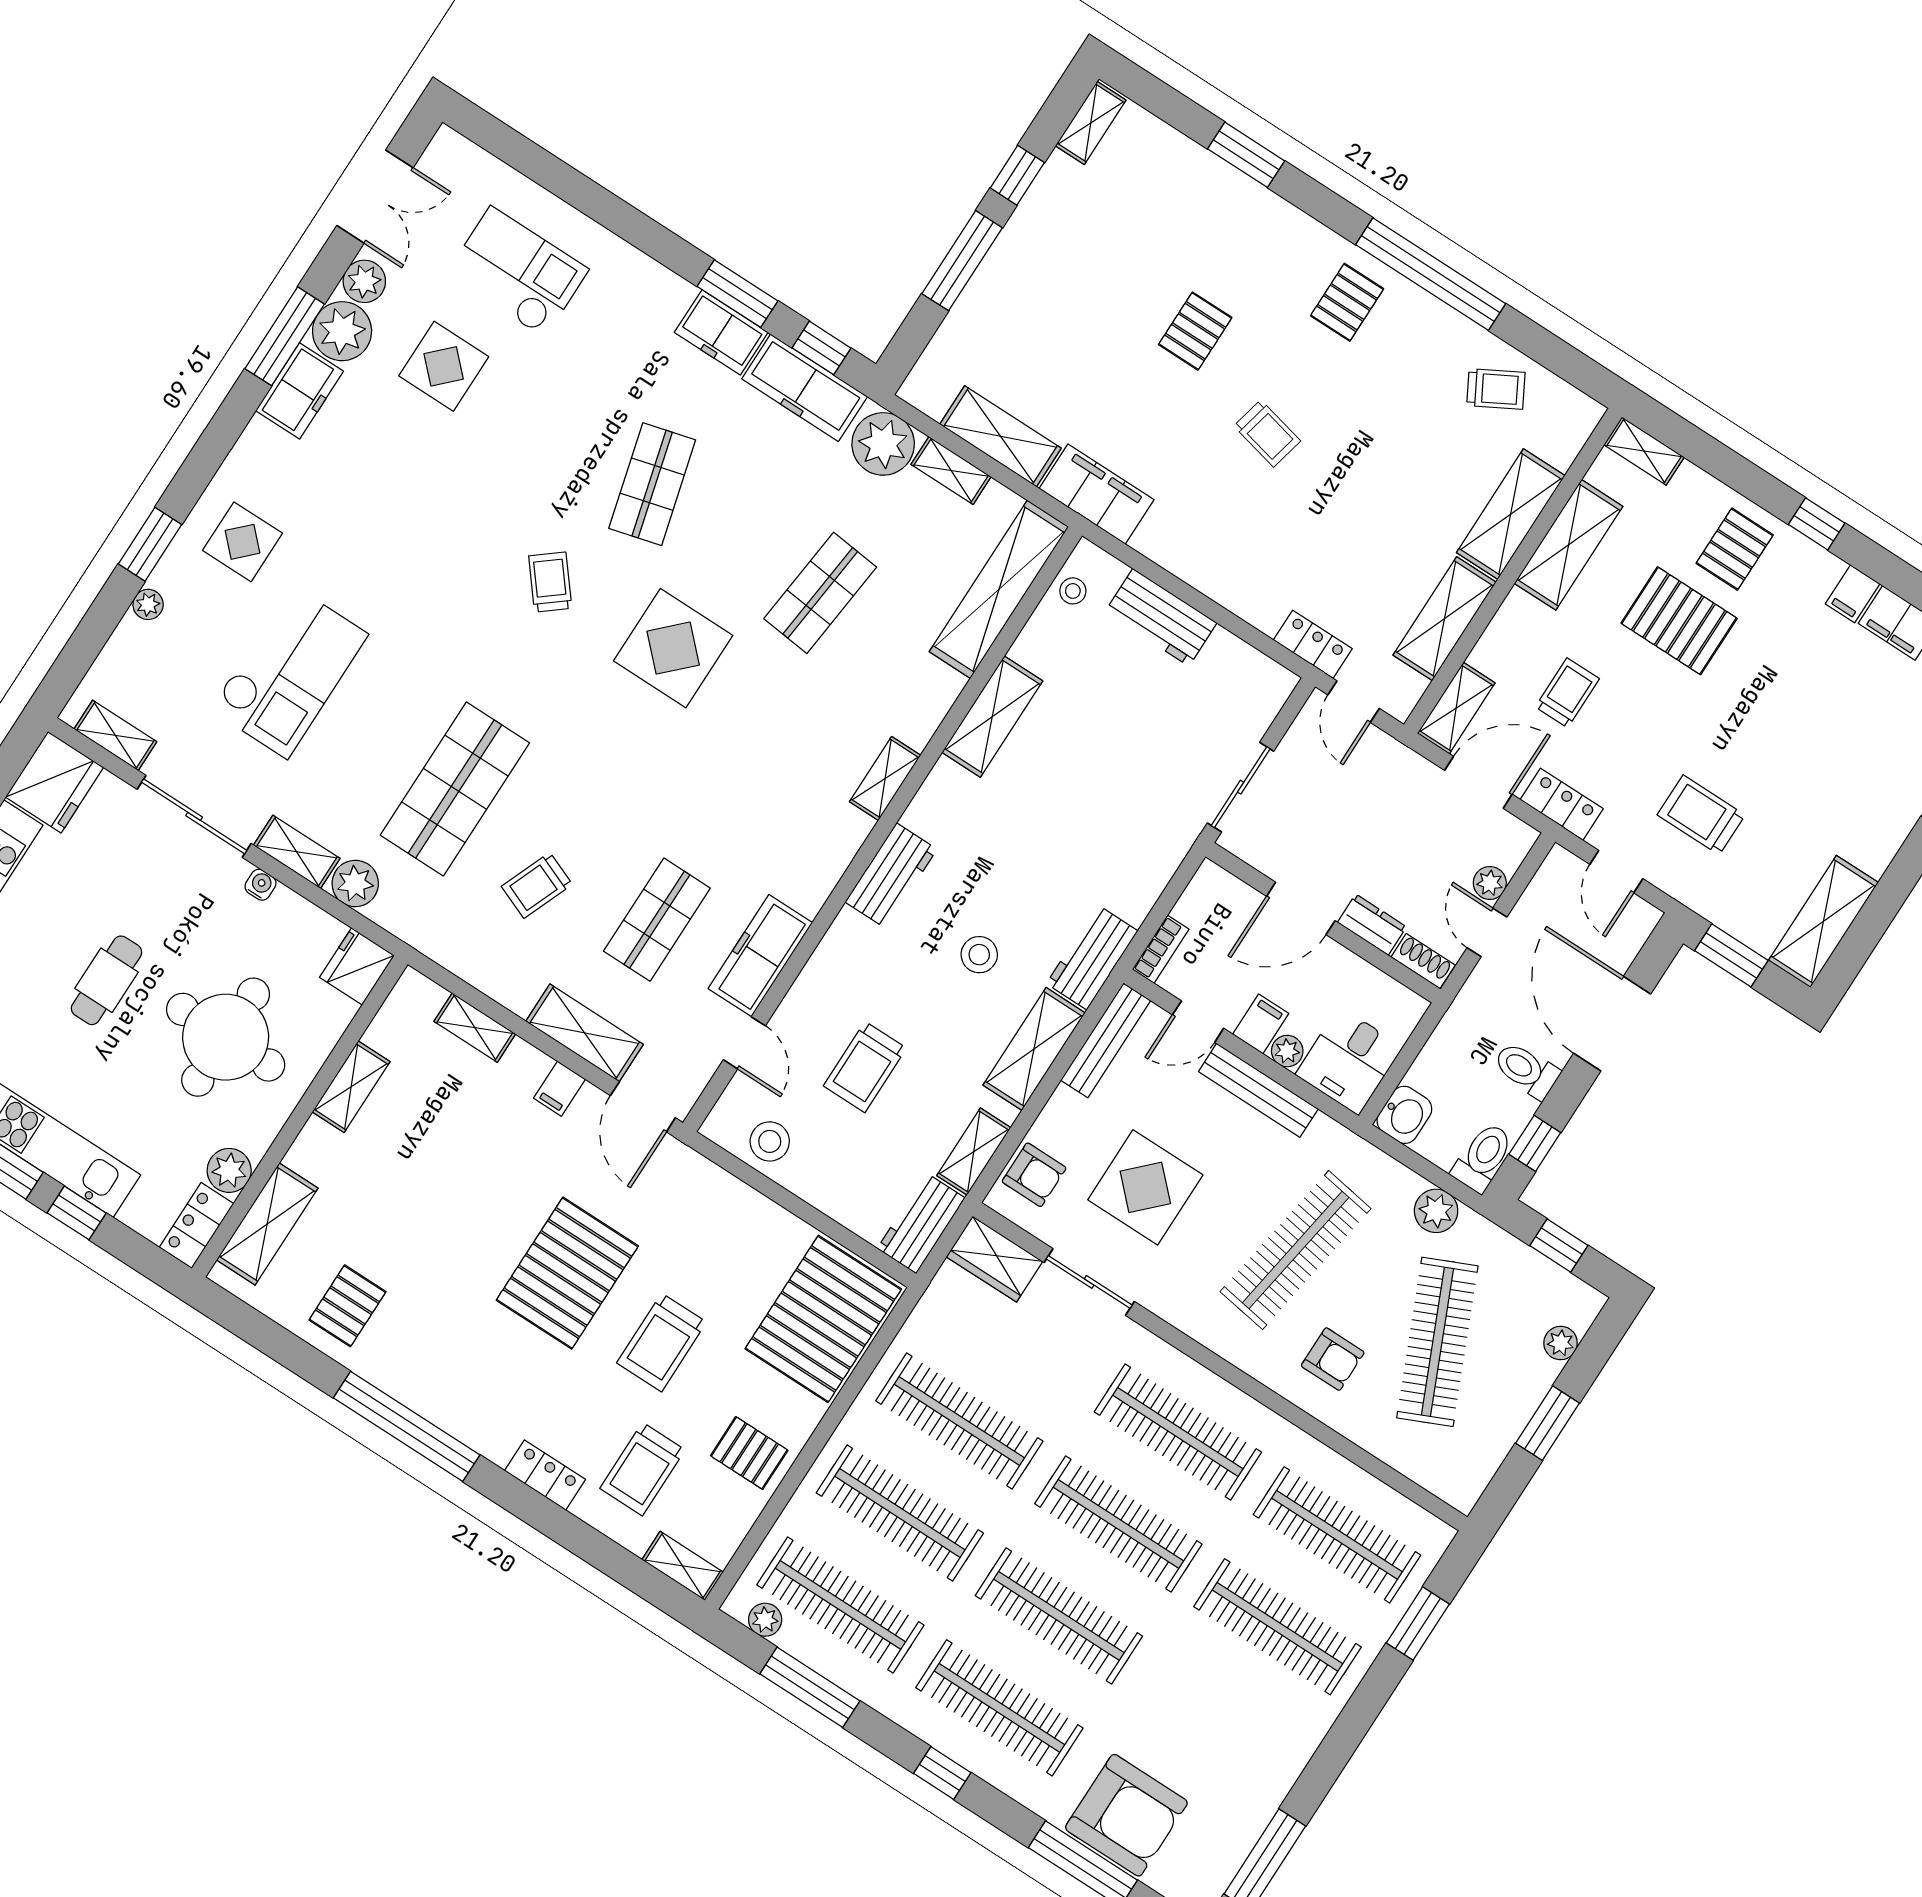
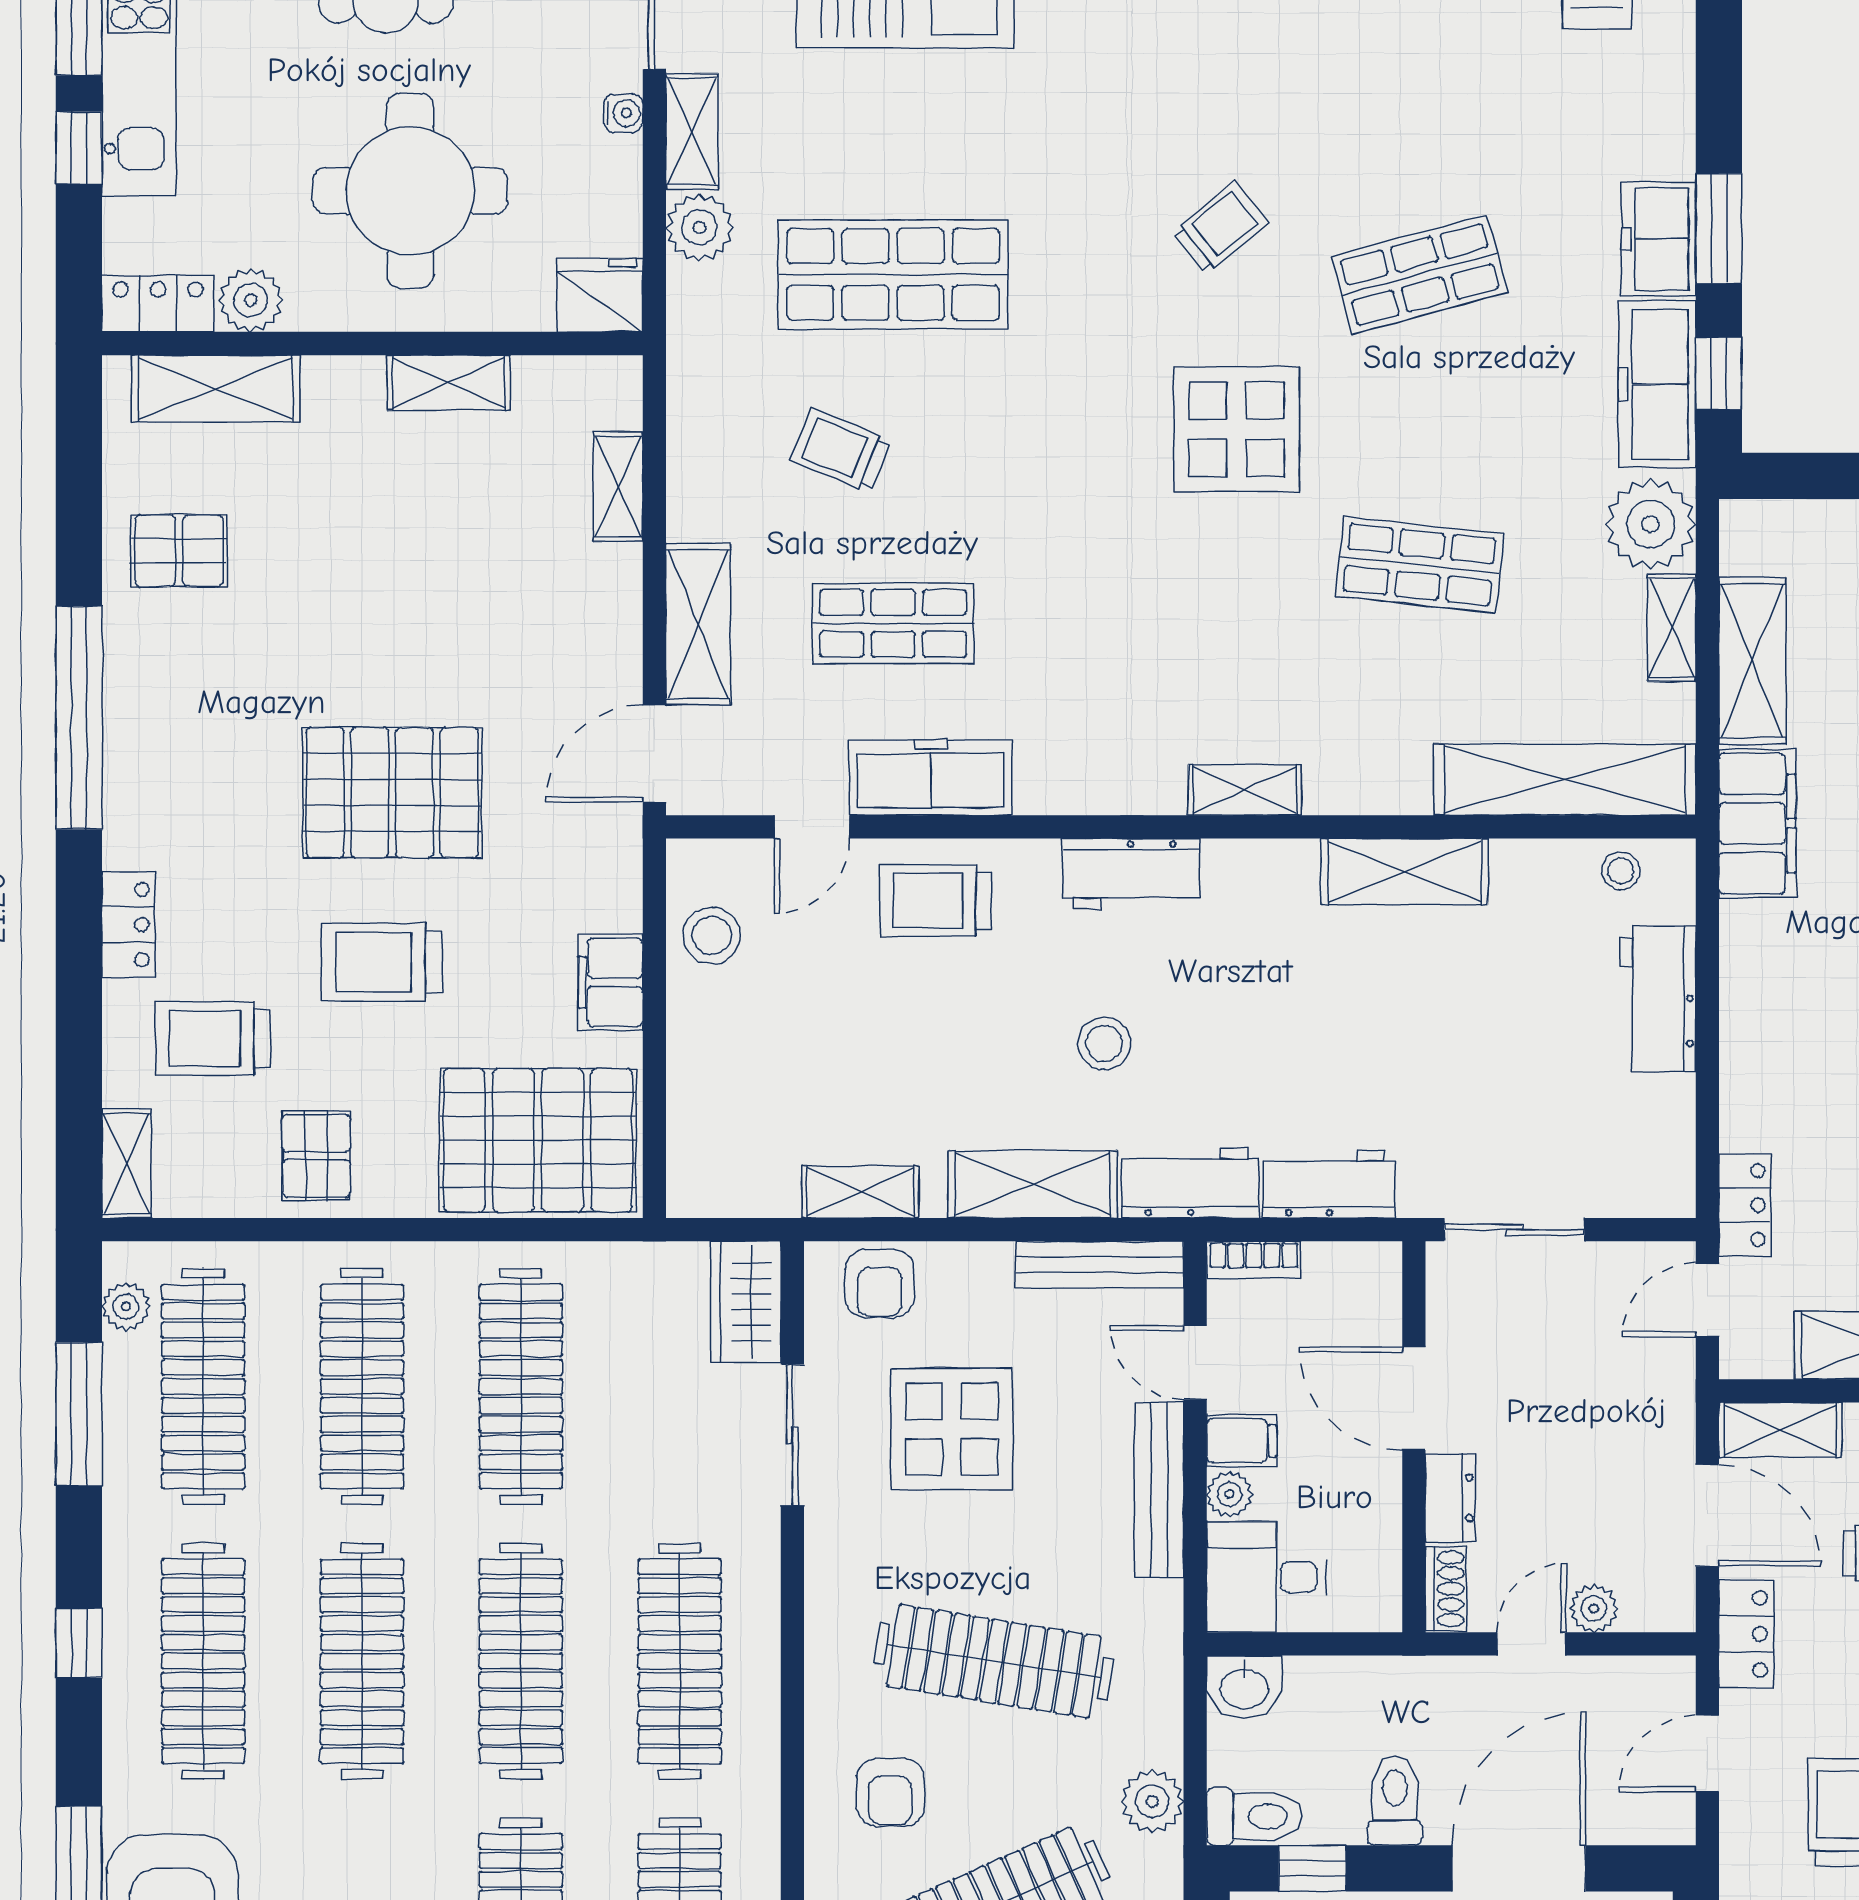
trolley: (865, 1067) -> (936, 901), moved
filing cabinet: (560, 1089) -> (611, 982), moved, width x2.00
workbench: (921, 1223) -> (1329, 1184), moved

